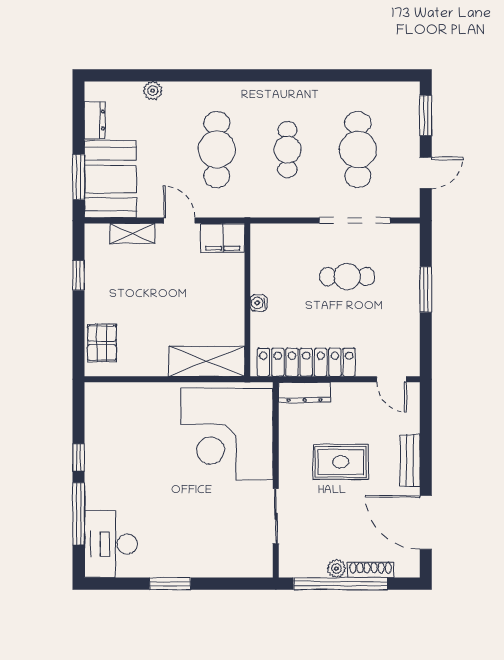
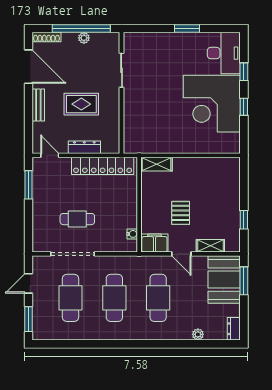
dresser: (95, 120) -> (234, 329), moved
cafe table: (287, 150) -> (114, 298), width x1.37, depth x1.35
window: (426, 290) -> (28, 185), moved
water cooler: (259, 303) -> (132, 234), moved
pallet: (102, 343) -> (181, 213), moved
shelving: (207, 361) -> (157, 164), width x0.67, depth x0.75
dresser: (305, 392) -> (84, 147), moved
corner desk: (227, 434) -> (212, 104), moved, turned 180
window: (79, 514) -> (244, 72), width x0.46
shoe rack: (371, 570) -> (46, 37), moved

